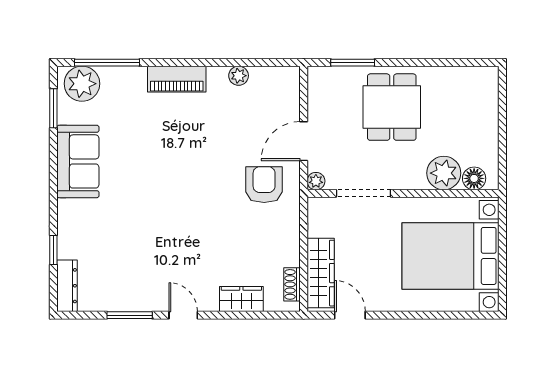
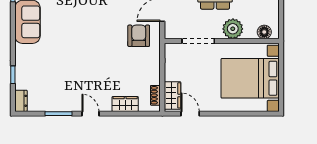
plant: (444, 173) -> (233, 29), moved
plant: (316, 181) -> (170, 34), removed
wardrobe: (321, 273) -> (172, 95), width x0.67
dresser: (67, 286) -> (21, 101), width x0.70

